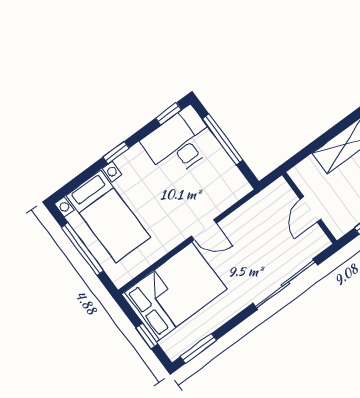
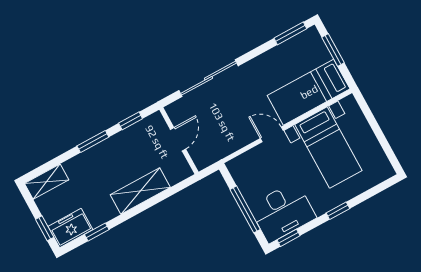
bed with nightstands: (108, 216) -> (328, 148), moved, turned 180
window: (83, 249) -> (378, 132), removed
bed: (174, 292) -> (309, 92), width x0.67
window: (147, 336) -> (333, 50), width x1.50

